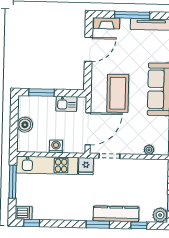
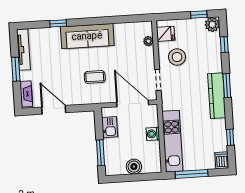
window: (132, 15) -> (16, 69), width x0.69
coffee table: (118, 93) -> (95, 77), width x0.54, depth x0.58
fridge: (86, 166) -> (166, 34), moved
stool: (131, 177) -> (177, 57), added
kitchen counter: (116, 214) -> (217, 96), moved
window: (32, 223) -> (230, 137), moved

